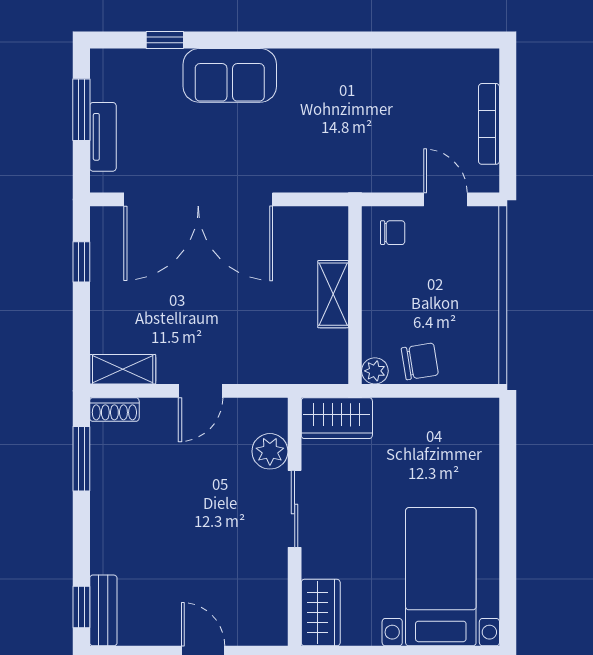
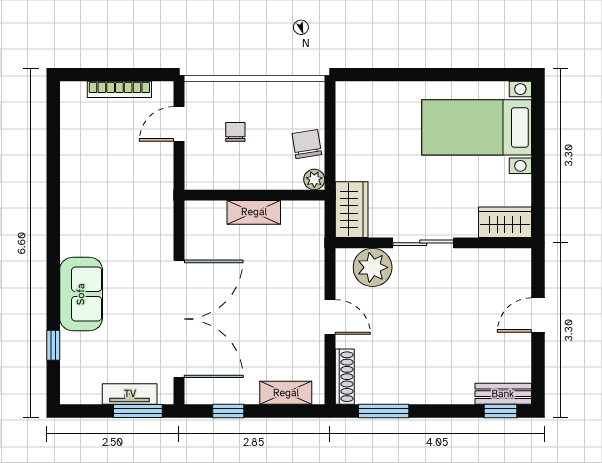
window: (81, 110) -> (138, 411), moved
chair: (393, 233) -> (235, 132), moved
shelving: (123, 369) -> (286, 393), moved, turned 90
shoe rack: (114, 409) -> (345, 377), width x1.43
plant: (270, 451) -> (373, 267), width x1.36, depth x1.36

